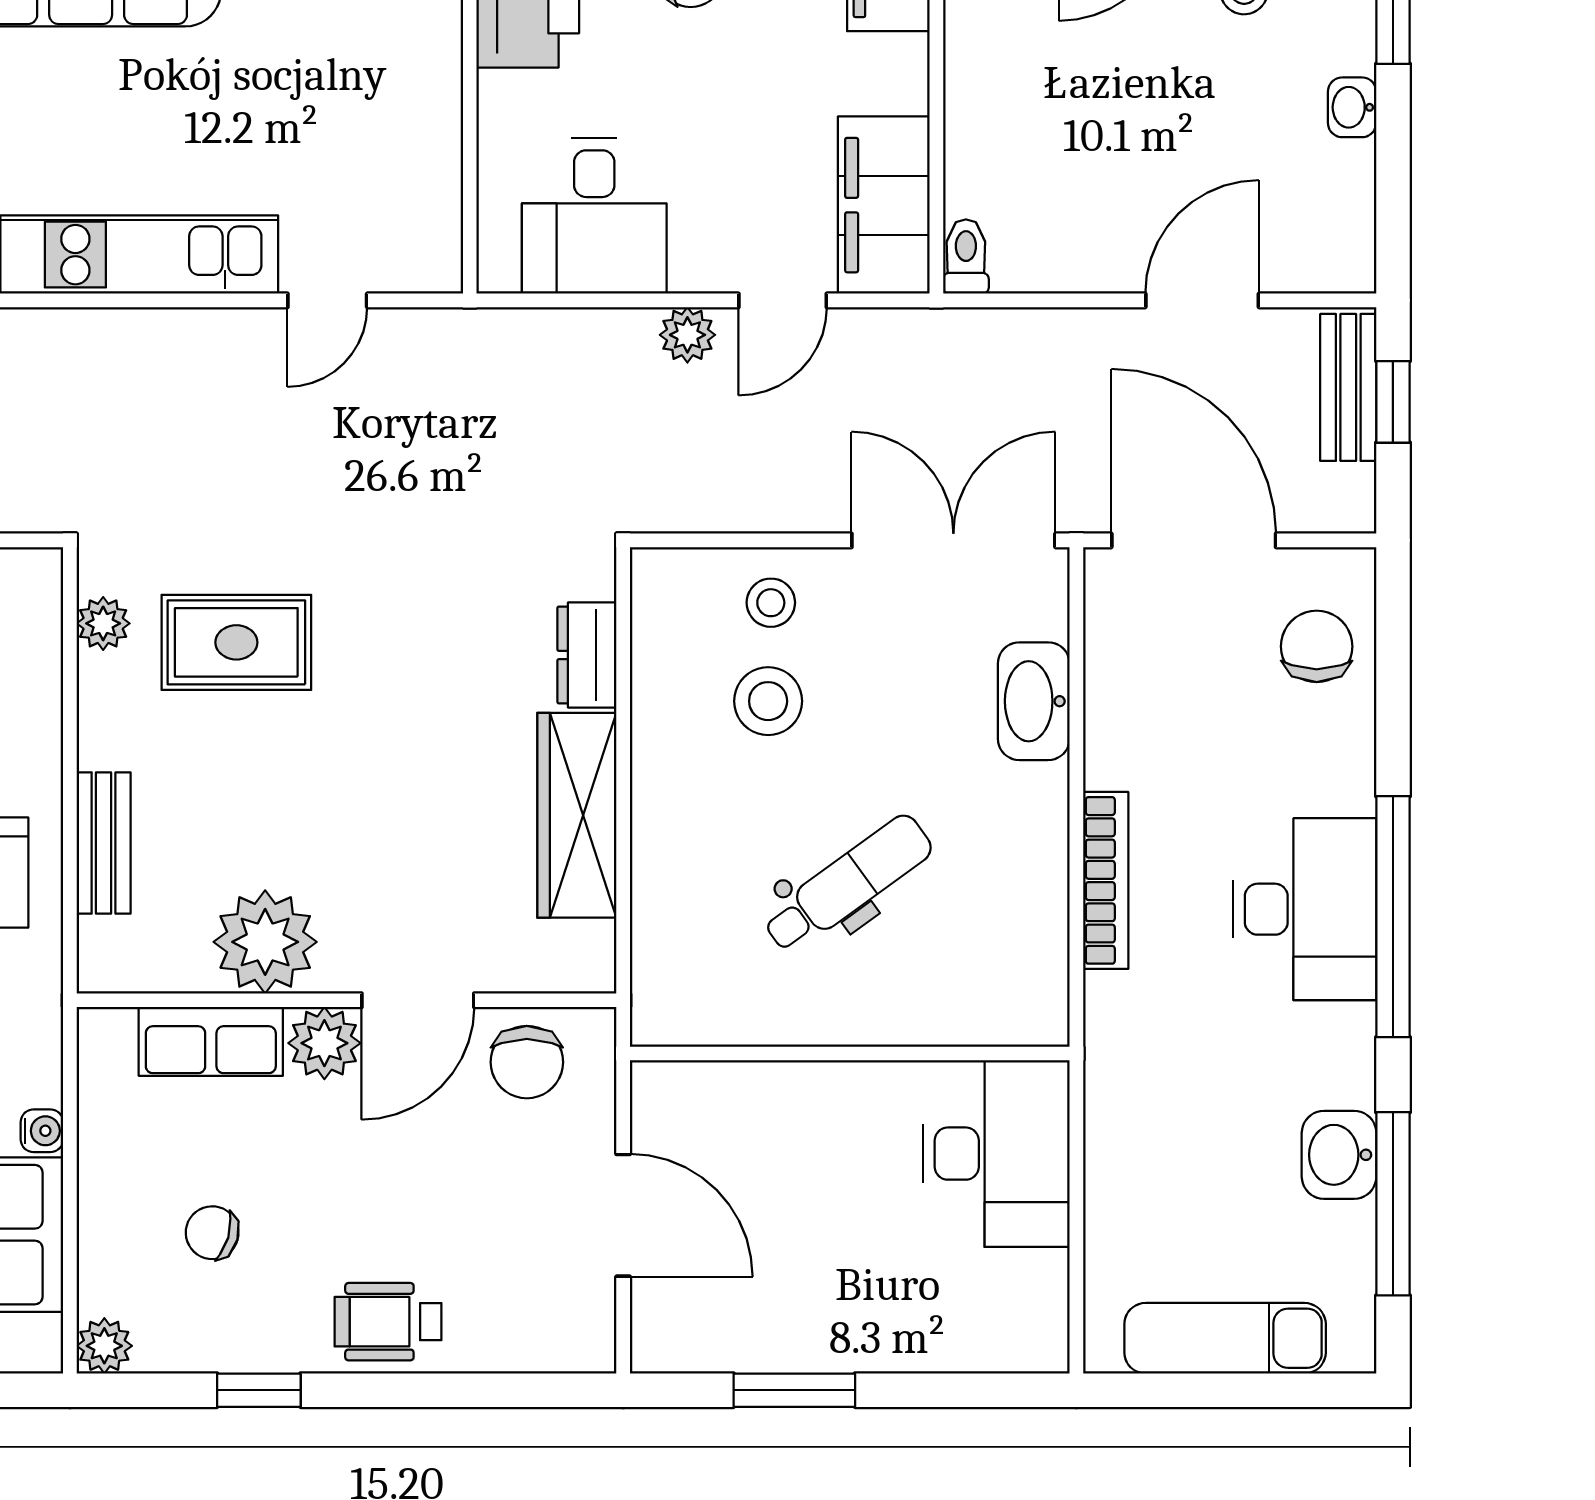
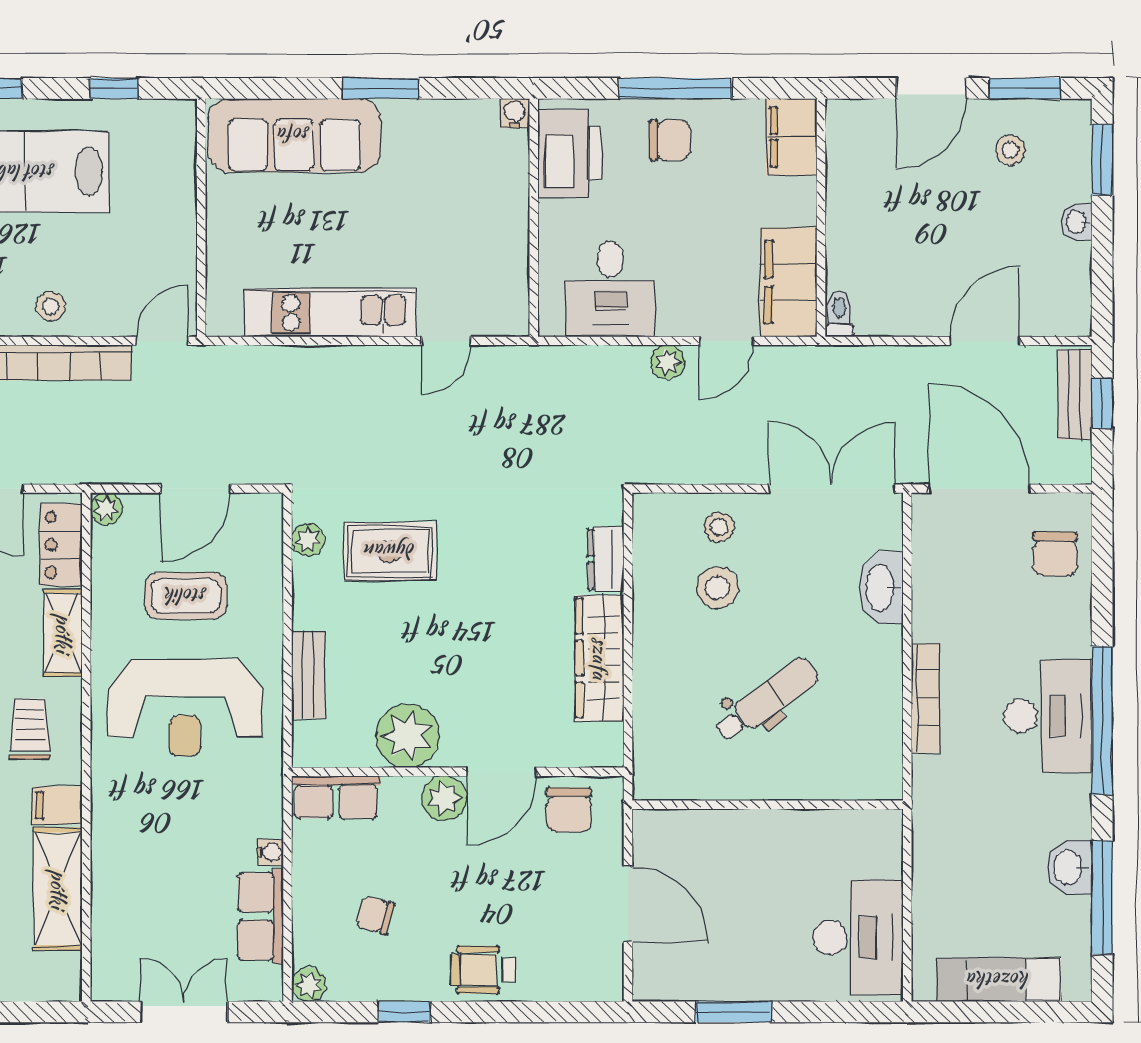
chair: (1317, 646) -> (1055, 554), turned 180
row of seats: (211, 1041) -> (336, 797), moved
desk: (996, 1154) -> (858, 937), moved

